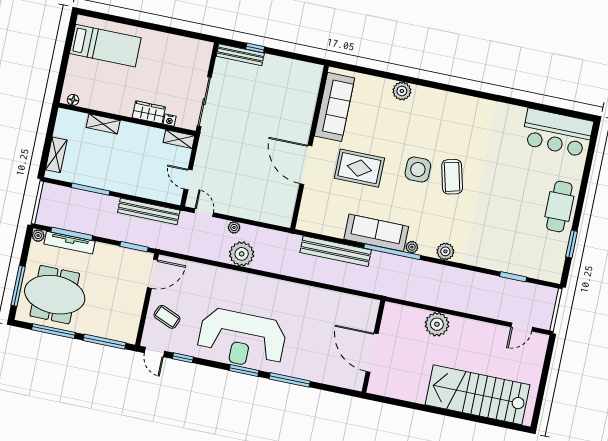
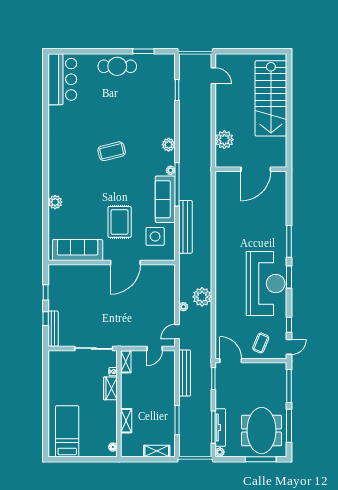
window: (289, 55) -> (46, 292), added
side table: (418, 169) -> (155, 236), moved
wall: (373, 346) -> (251, 169), moved
door: (372, 353) -> (256, 169), moved

